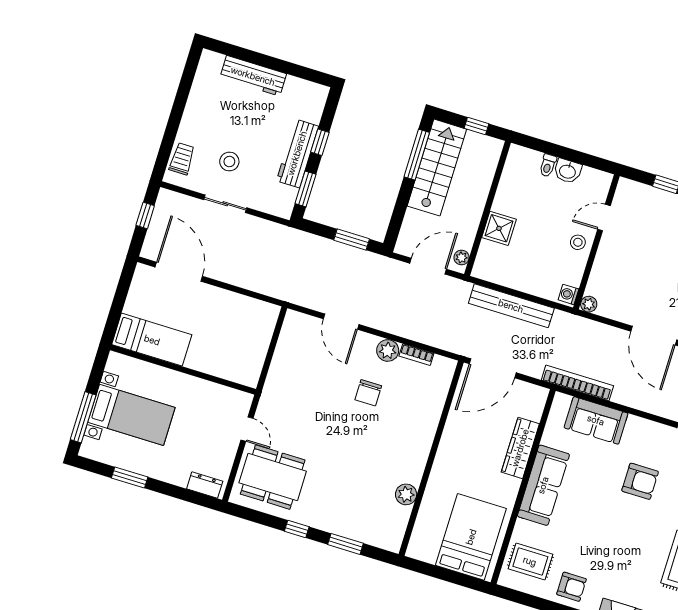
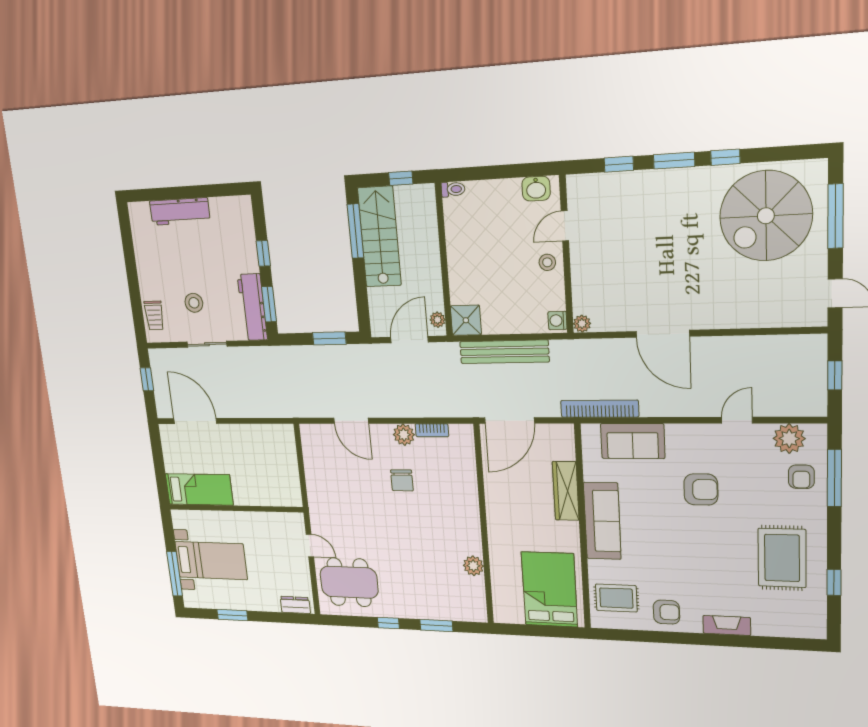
workbench: (297, 153) -> (252, 307), moved
trolley: (182, 159) -> (154, 315), turned 180
toilet: (548, 165) -> (453, 189), moved, turned -90
washbasin: (568, 171) -> (536, 189), moved
shower: (499, 228) -> (466, 320), moved

